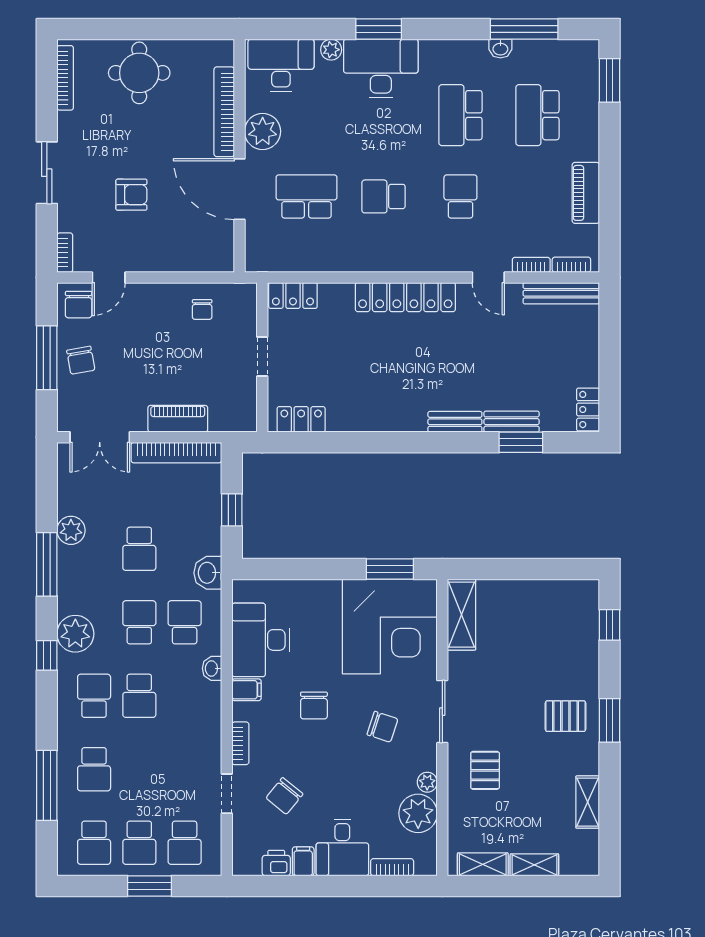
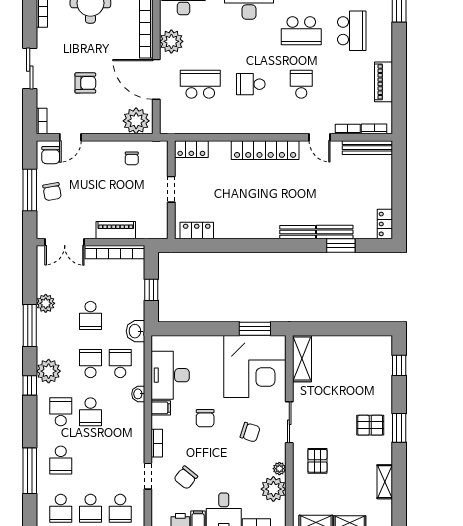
school desk: (460, 115) -> (301, 31), turned -90
school desk: (537, 115) -> (352, 31), turned 180
plant: (209, 252) -> (136, 121), added

